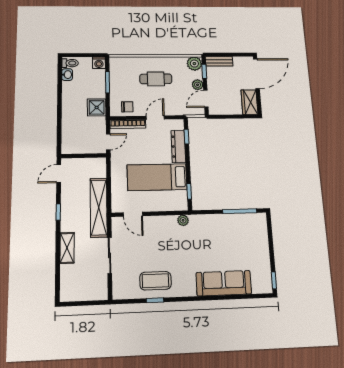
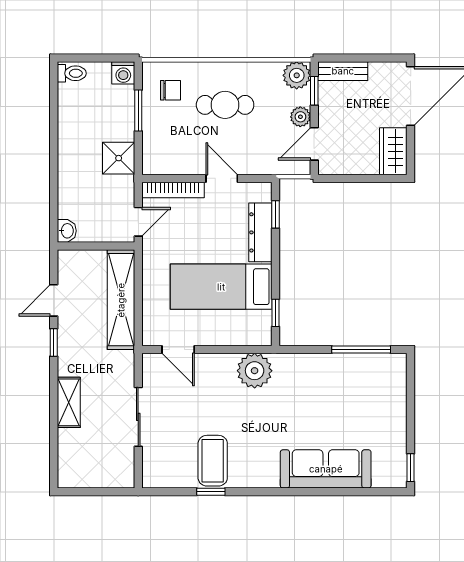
washbasin: (67, 75) -> (67, 231), moved
chair: (127, 107) -> (171, 90), moved
door: (155, 118) -> (222, 178), hinge flipped
door: (59, 174) -> (54, 300), moved
shelving: (99, 208) -> (121, 300), moved
plant: (183, 220) -> (255, 371), width x1.87, depth x1.87
coffee table: (155, 281) -> (213, 461), turned 90

